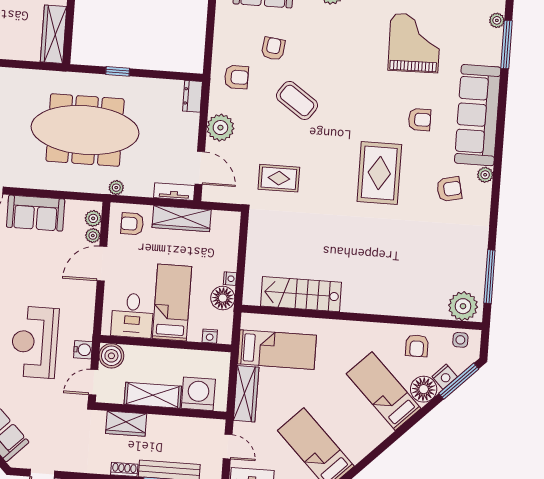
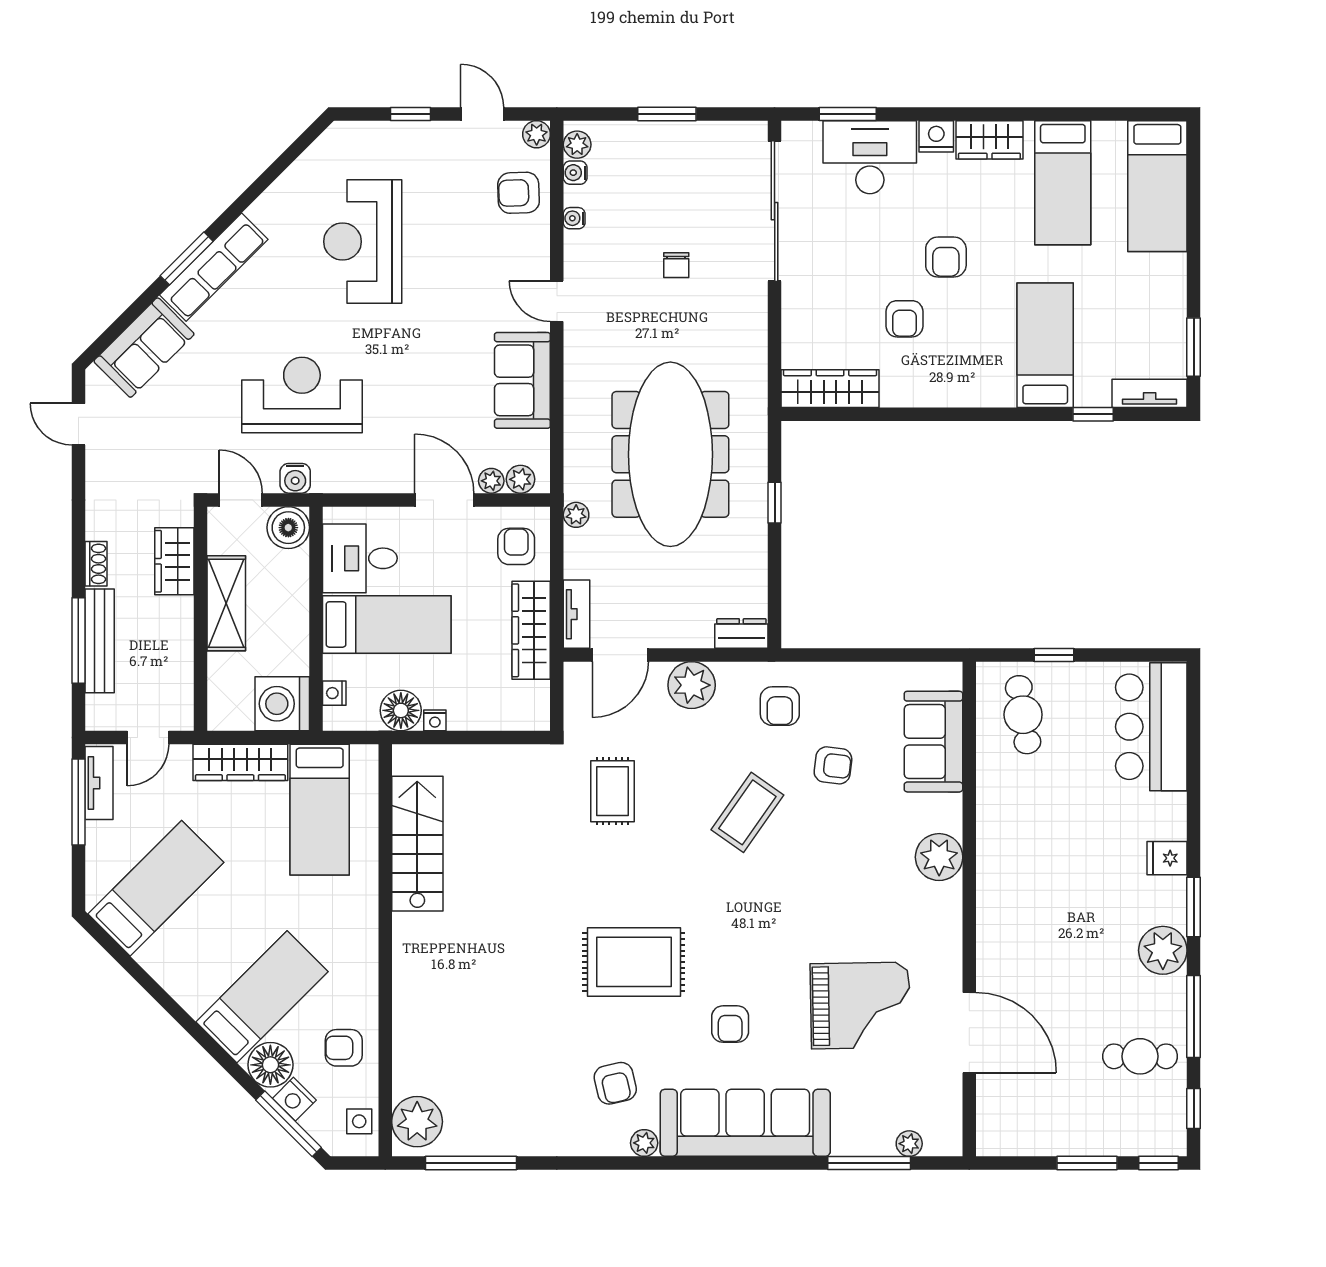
washing machine: (198, 394) -> (282, 704), moved, turned 180

